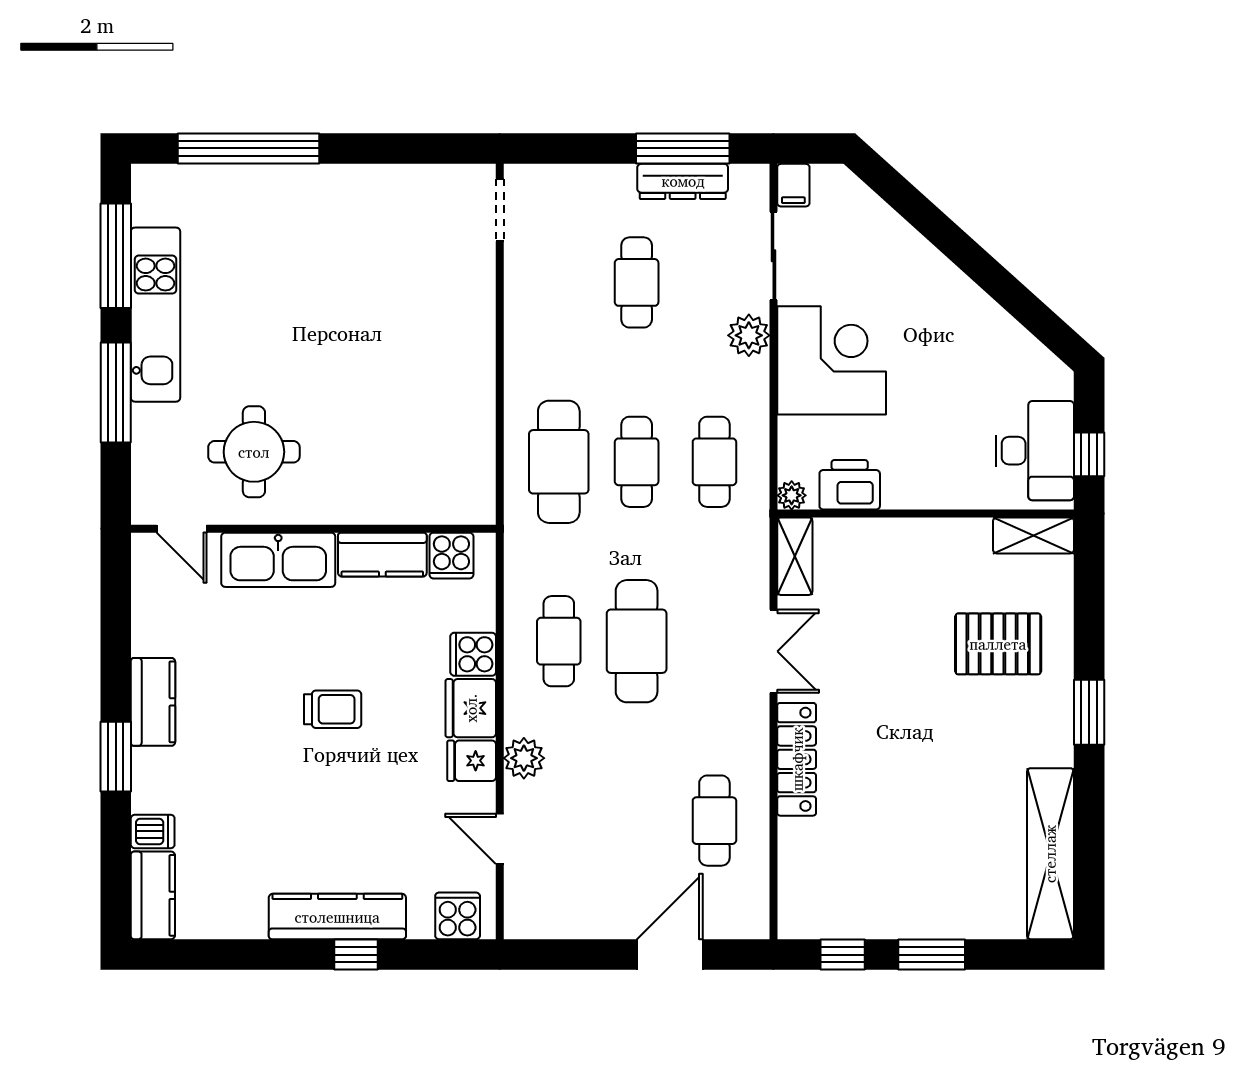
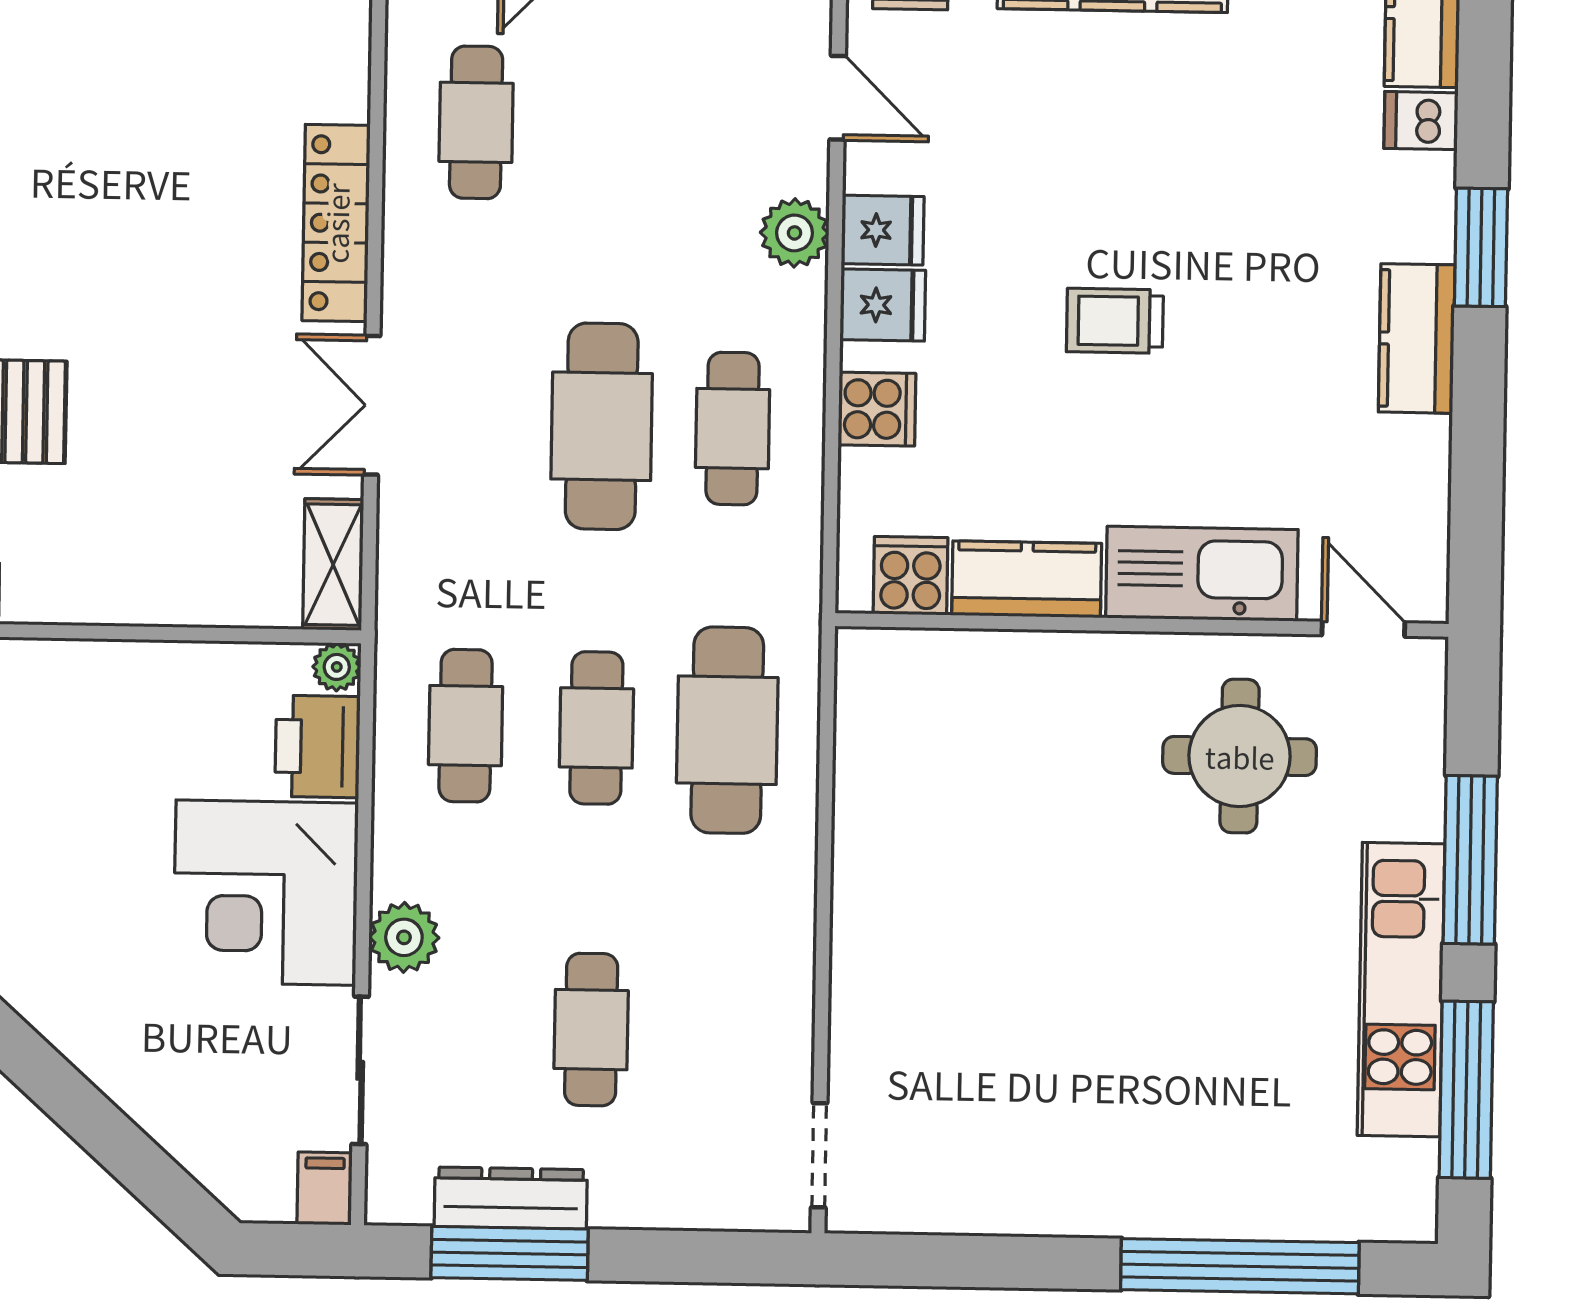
printer: (850, 485) -> (318, 746), moved, turned 90
fridge: (471, 708) -> (883, 305), width x0.72

